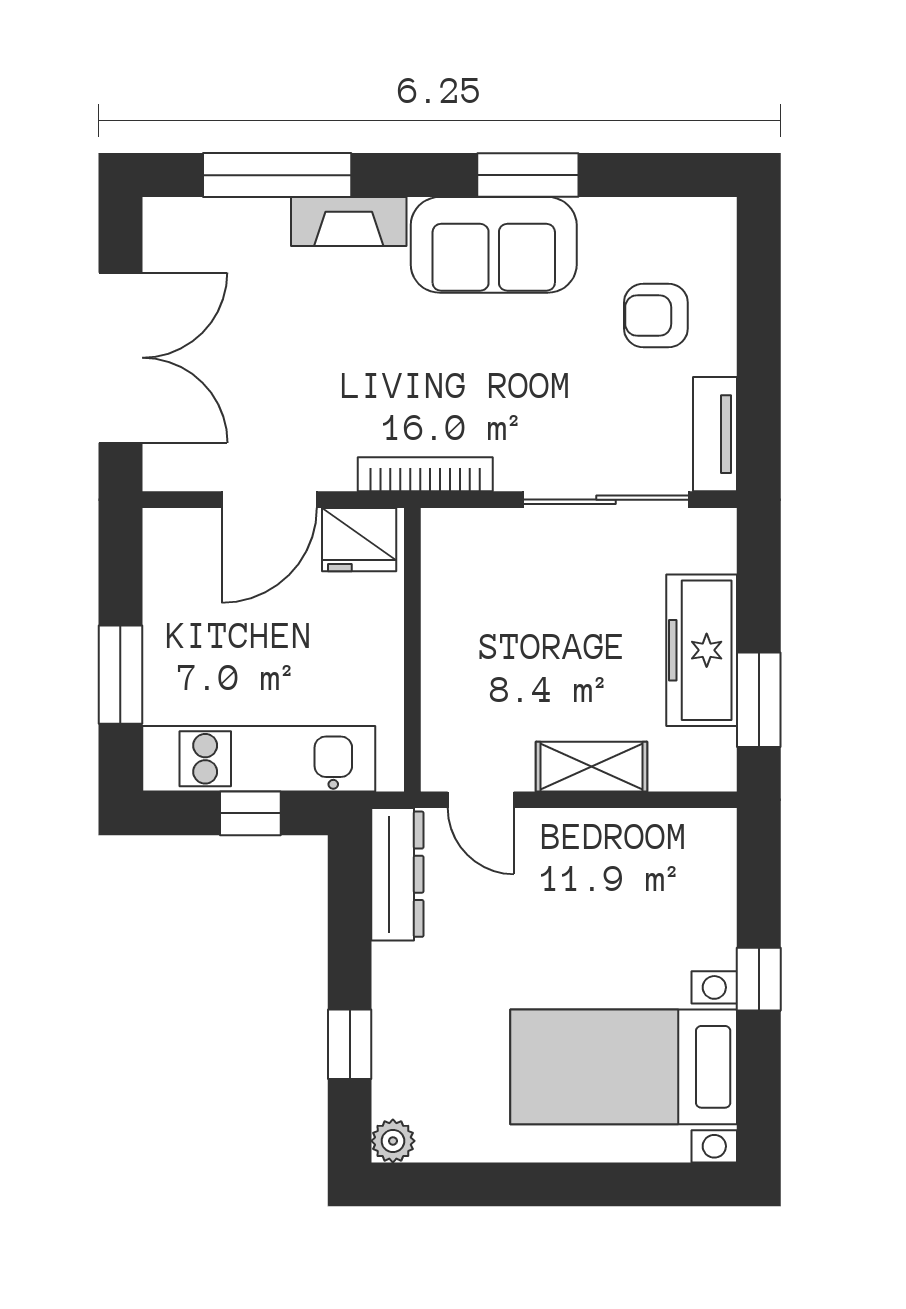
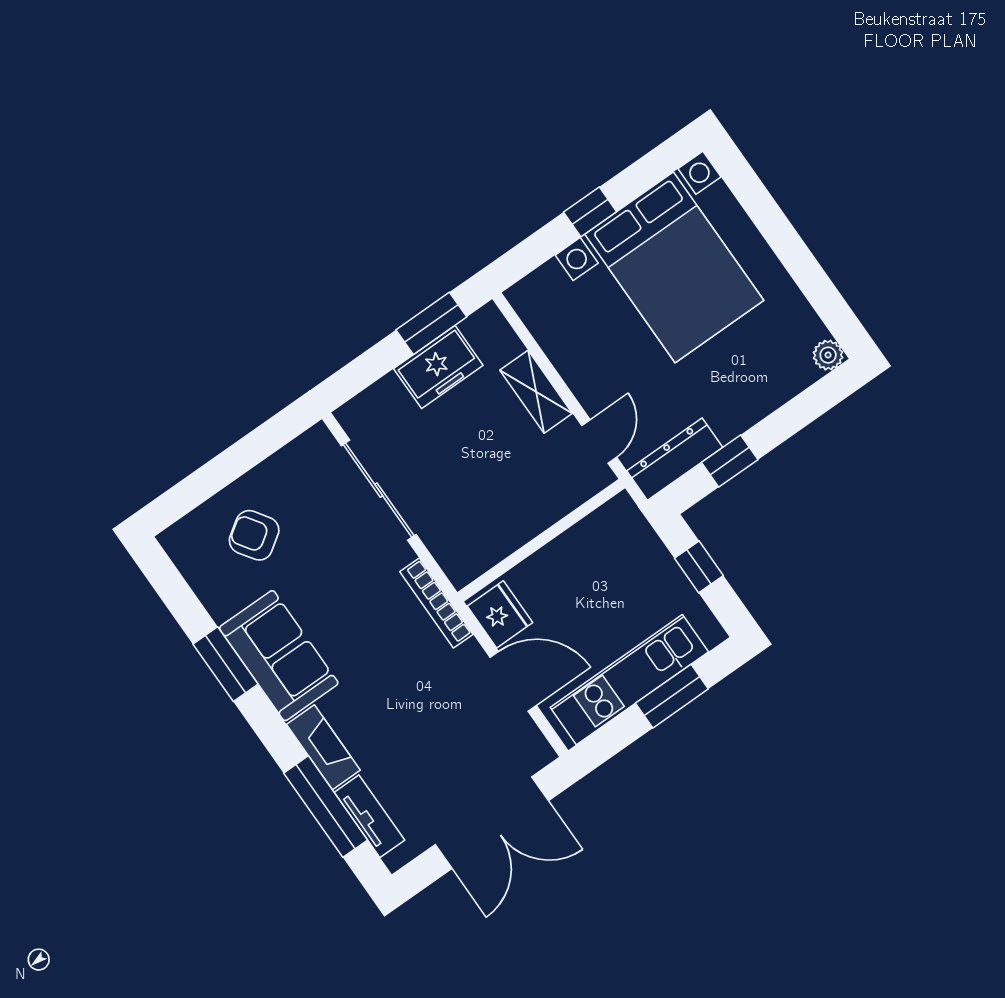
armchair: (656, 316) -> (254, 535), turned 146
double door: (120, 358) -> (492, 823), swing flipped
tv unit: (715, 434) -> (369, 816), moved, turned -90
freezer: (702, 650) -> (438, 367), width x0.71
kitchen unit: (259, 759) -> (629, 680), moved, turned 90
window: (350, 1044) -> (730, 461), moved
bed with nightstands: (624, 1067) -> (674, 267), width x1.36

